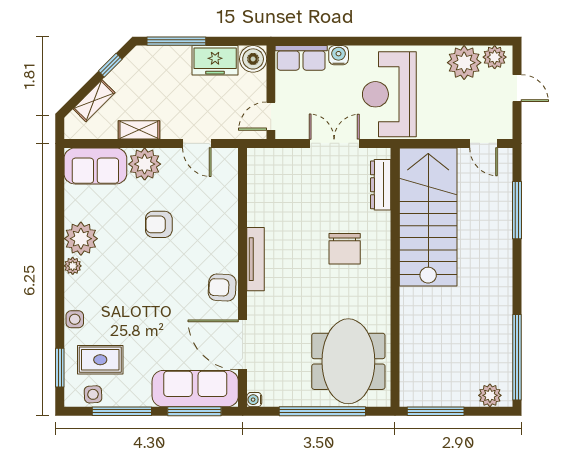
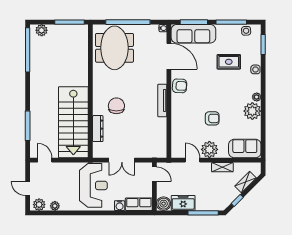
plant: (464, 63) -> (55, 206), width x0.53, depth x0.53
door: (271, 116) -> (154, 174), hinge flipped
plant: (145, 164) -> (209, 149), moved
dresser: (381, 185) -> (98, 129), moved
rug: (100, 360) -> (229, 62), moved

